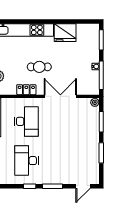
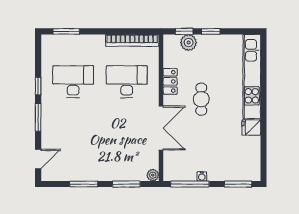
fridge: (65, 33) -> (251, 128), width x0.53, depth x0.75
desk: (26, 121) -> (127, 82), turned 180
door: (83, 186) -> (38, 159), swing flipped

